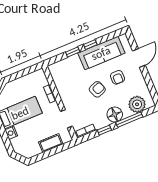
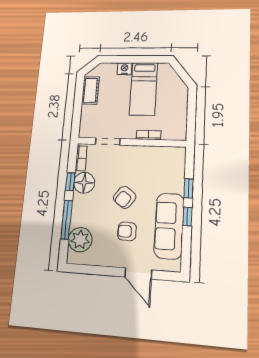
armchair: (97, 89) -> (125, 197), turned 58
floor lamp: (115, 115) -> (84, 183), moved
cot: (51, 143) -> (90, 90), moved

